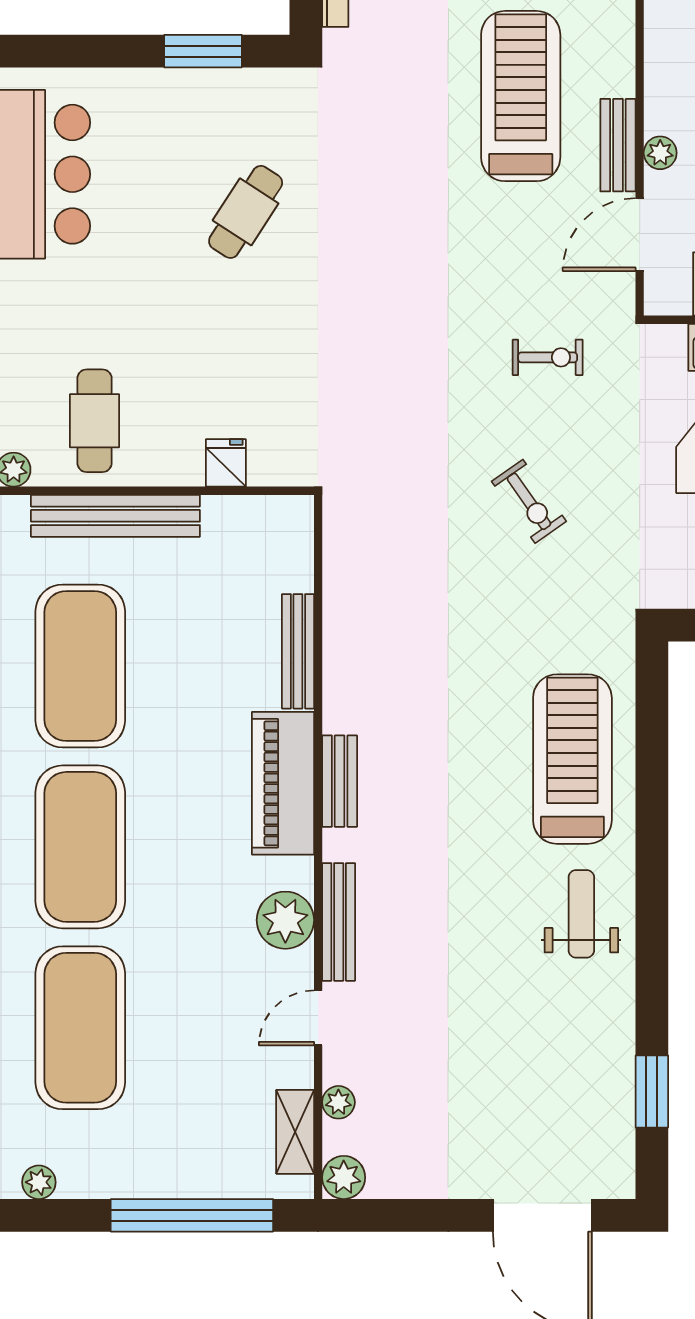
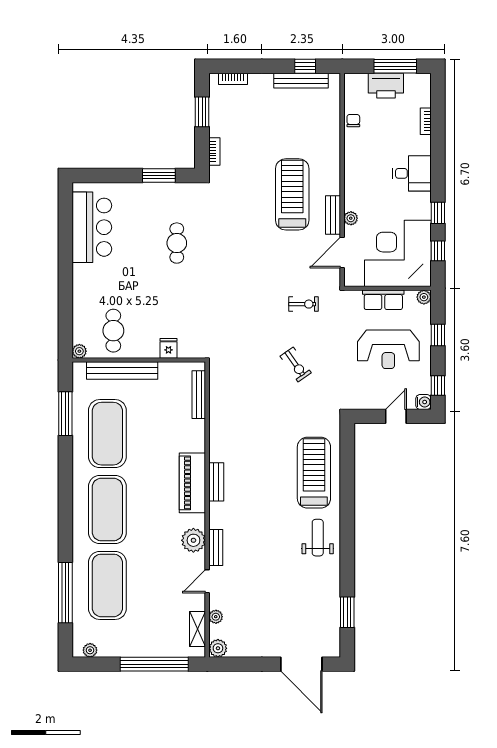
cafe table: (246, 212) -> (177, 243), turned -33
bench: (298, 651) -> (199, 395), moved
bench: (339, 922) -> (216, 548), width x0.73

